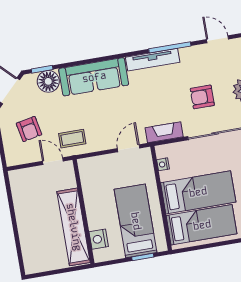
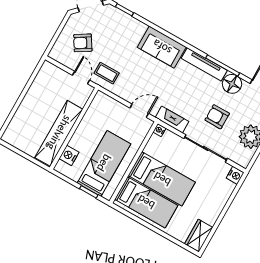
sofa: (94, 77) -> (162, 47), width x0.73
floor lamp: (48, 81) -> (232, 84), moved
armchair: (29, 129) -> (83, 43), turned 69
nightstand: (163, 164) -> (159, 130), moved

